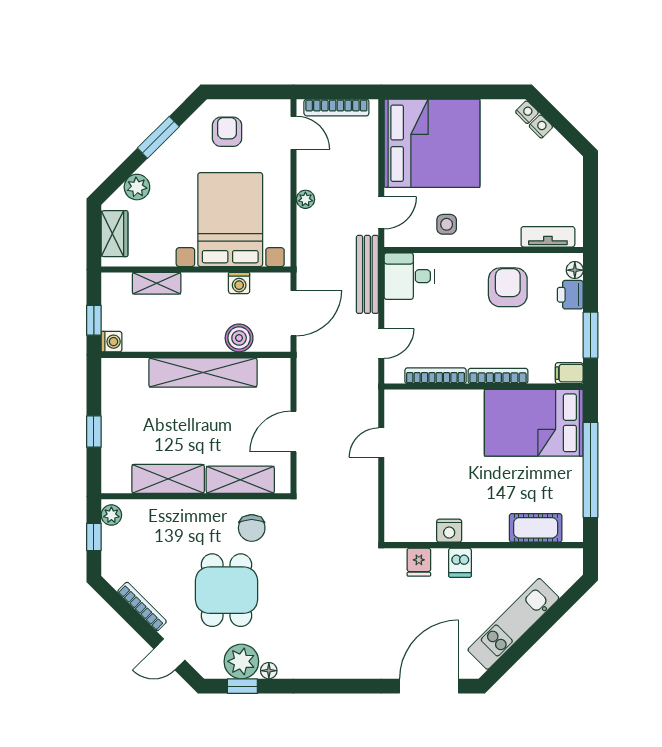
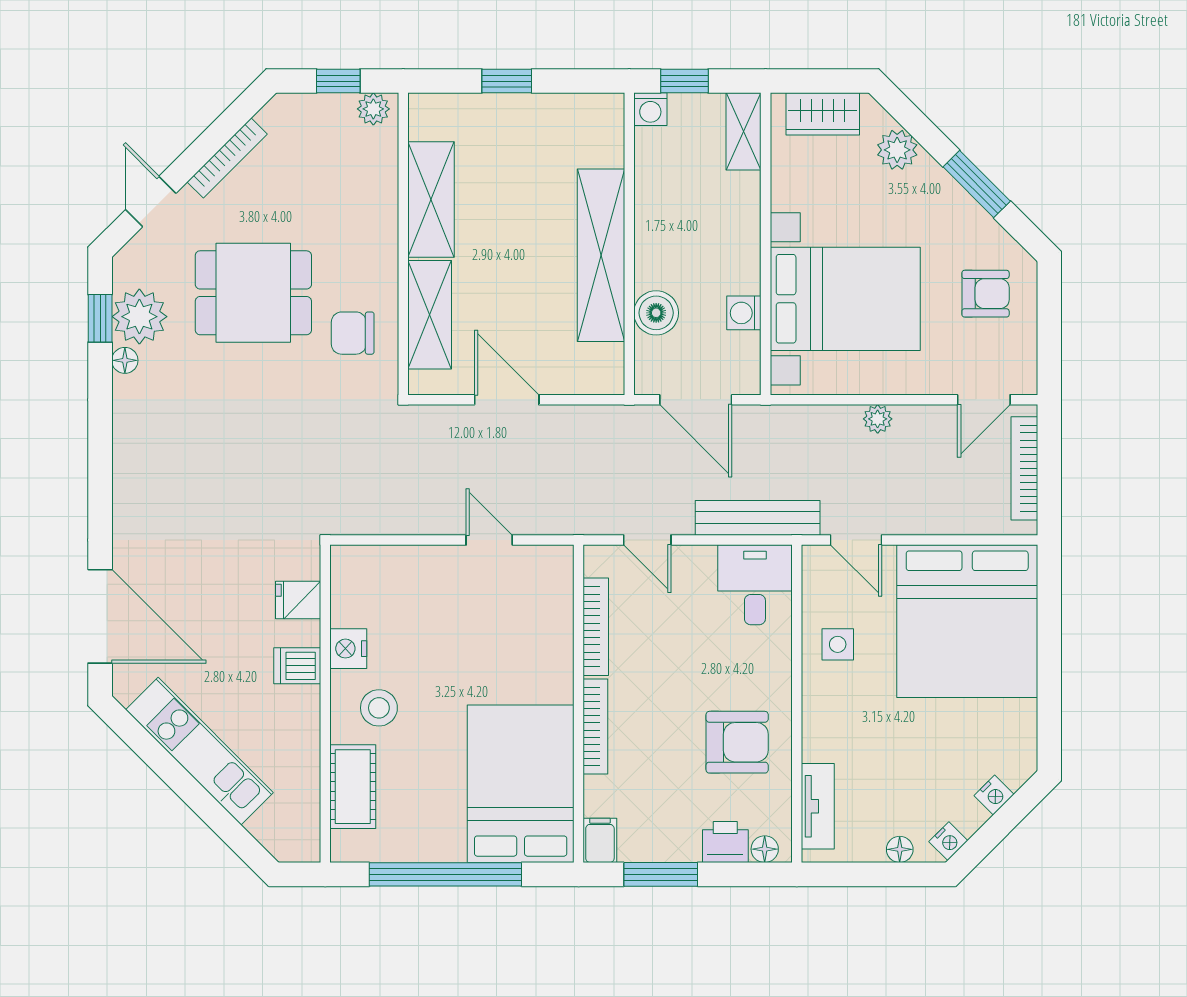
nightstand: (527, 112) -> (948, 841), moved
floor lamp: (575, 185) -> (900, 849), added
shelving: (157, 283) -> (743, 131), moved
stool: (486, 512) -> (379, 708), added

